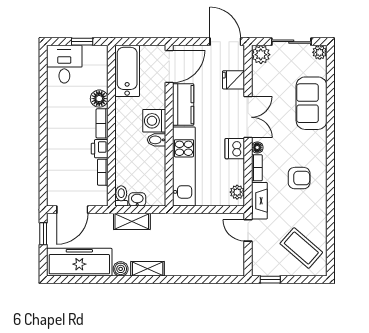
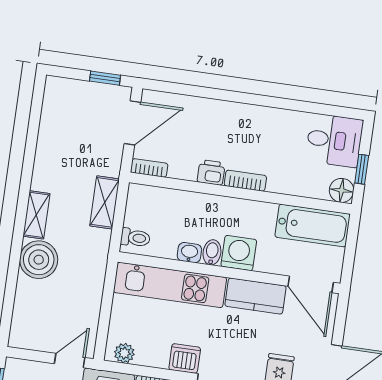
floor lamp: (99, 99) -> (342, 190), moved
bookcase: (103, 172) -> (149, 168), moved
toilet: (121, 196) -> (135, 238), moved
washbasin: (137, 199) -> (189, 253), moved, turned -90
door: (72, 210) -> (132, 123), swing flipped
freezer: (79, 262) -> (59, 122), removed
boiler: (121, 269) -> (39, 260), moved, width x1.86, depth x1.86

